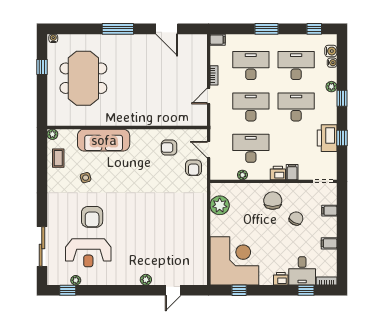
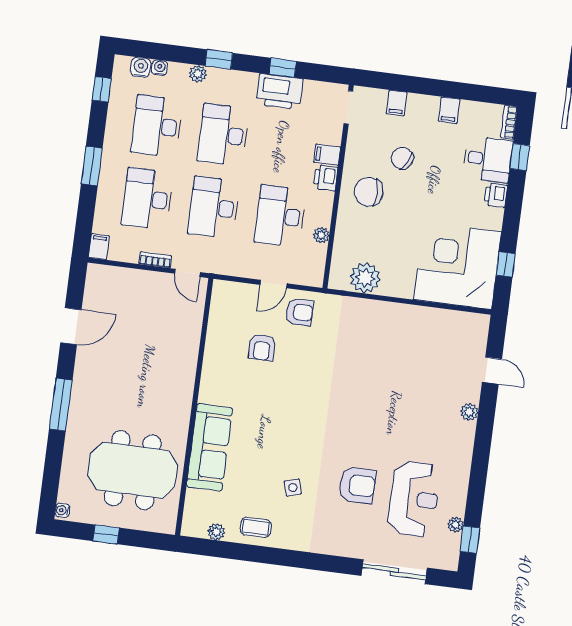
wall: (127, 127) -> (194, 407), moved
sofa: (104, 140) -> (209, 447), moved

